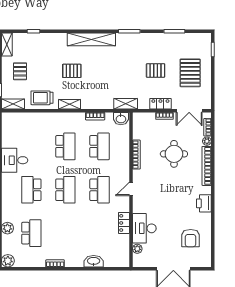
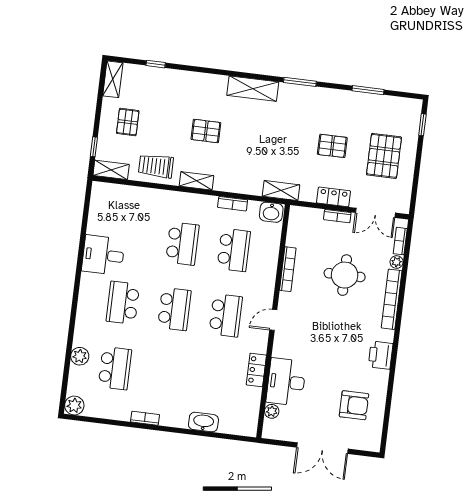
shelving: (91, 39) -> (253, 89), width x0.68
armchair: (191, 238) -> (354, 405), turned -90

